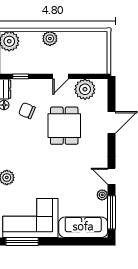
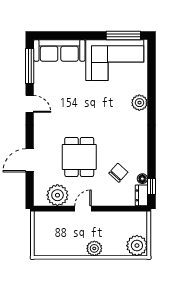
window: (21, 76) -> (125, 209), removed
chair: (27, 111) -> (118, 173), turned -71
plant: (102, 195) -> (39, 84), removed

